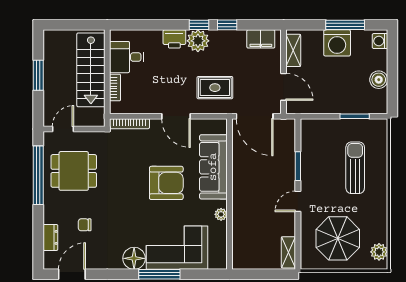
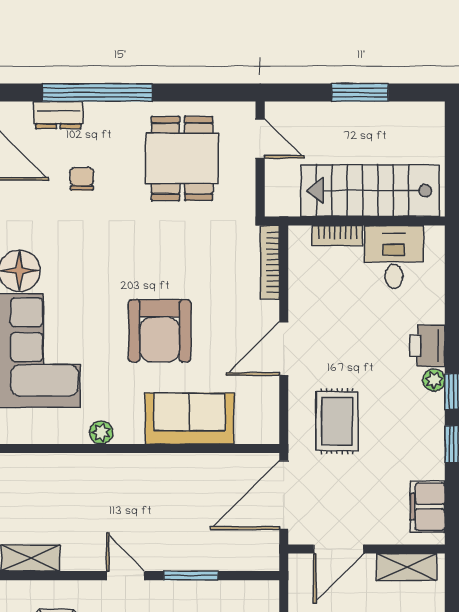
plant: (198, 41) -> (434, 380), width x0.53, depth x0.53
sofa: (213, 167) -> (190, 419), width x0.73
window: (38, 175) -> (97, 92), moved

